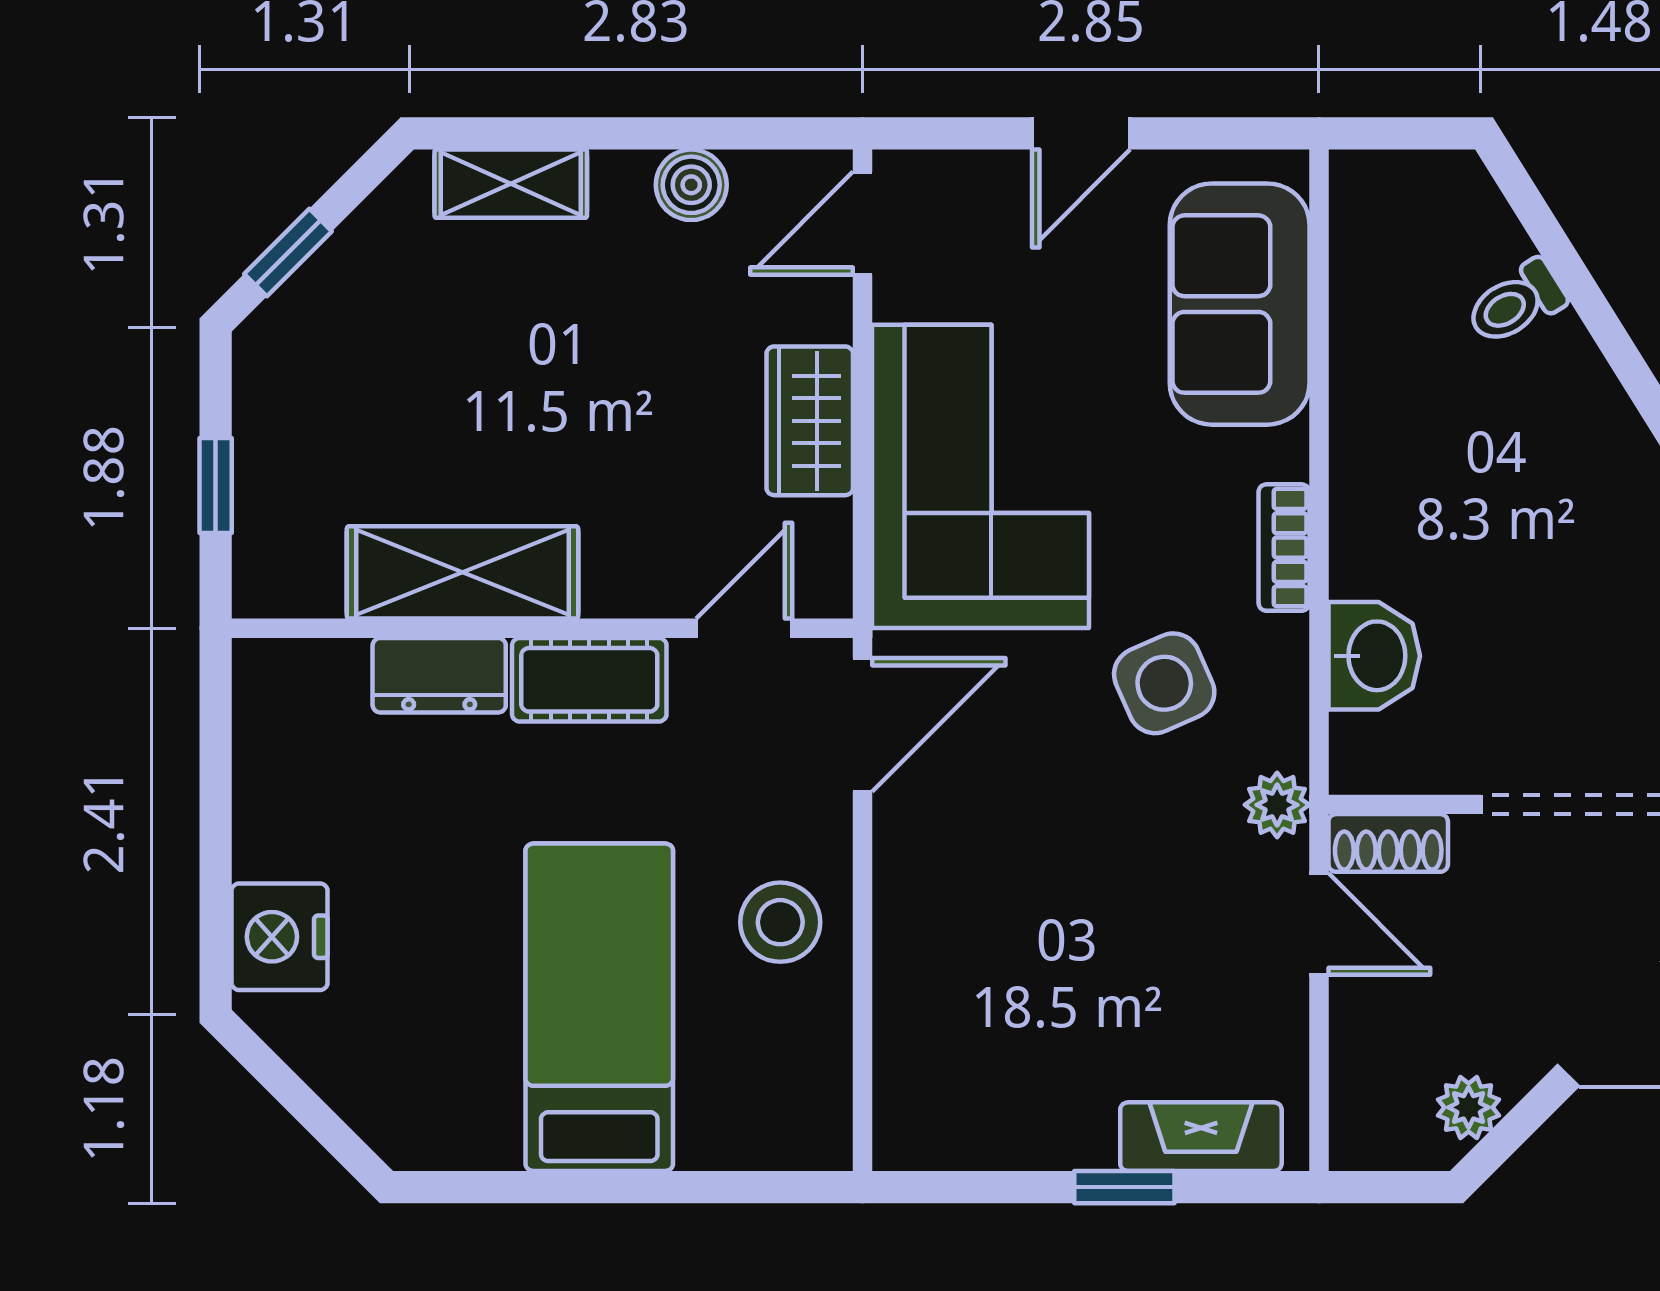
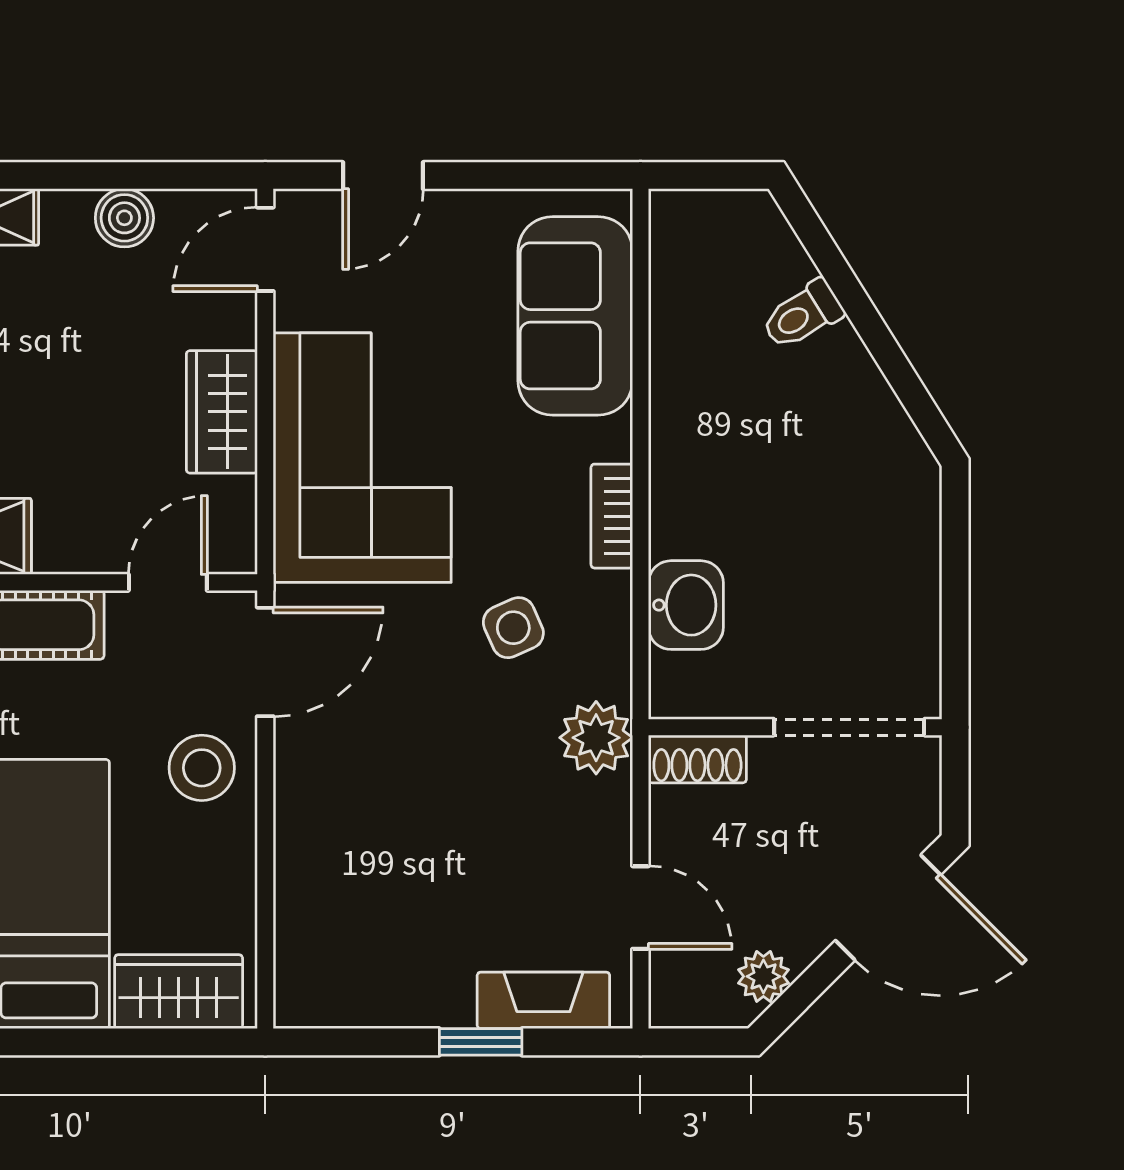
door: (1081, 133) -> (383, 176), moved
side table: (1164, 683) -> (513, 628), width x0.73, depth x0.73
plant: (1277, 805) -> (596, 738), width x1.38, depth x1.38
stool: (780, 922) -> (202, 768), moved
door: (1319, 924) -> (640, 908), moved
wardrobe: (757, 1126) -> (179, 992), added

